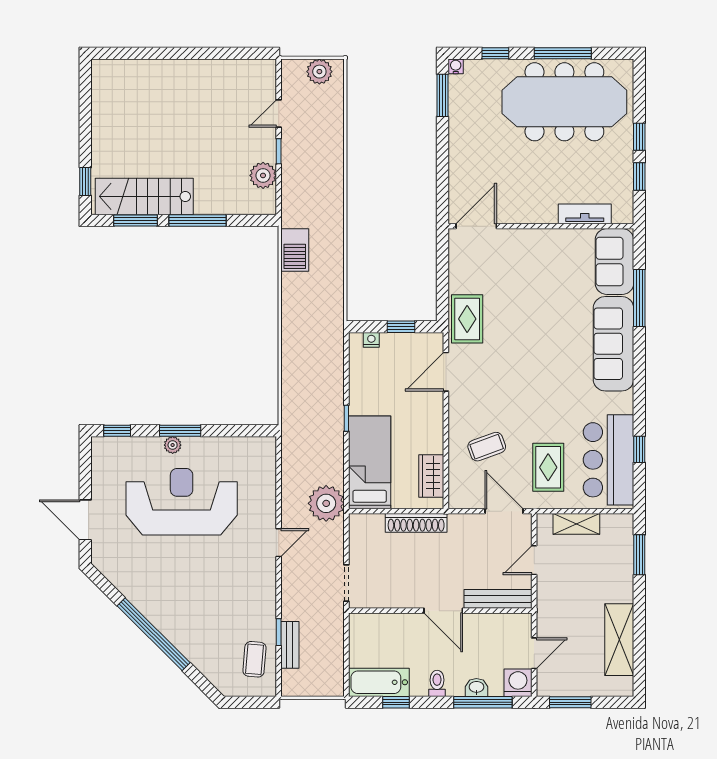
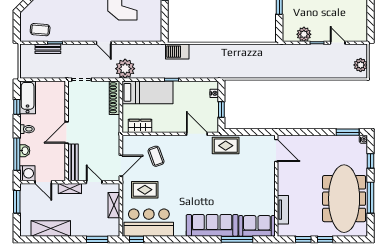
barbecue: (295, 250) -> (177, 52), moved
window: (639, 449) -> (136, 239), moved
shoe rack: (416, 523) -> (114, 98), moved
shelving: (546, 605) -> (70, 188), added

